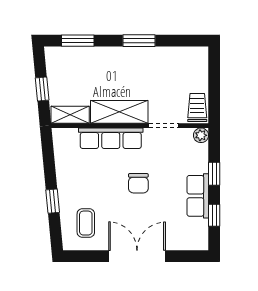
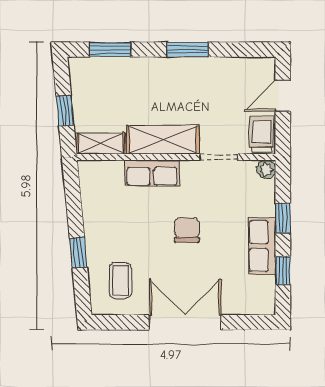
door: (214, 77) -> (283, 96), added
row of seats: (111, 138) -> (152, 173), width x0.68
chair: (138, 183) -> (187, 230), turned 180

